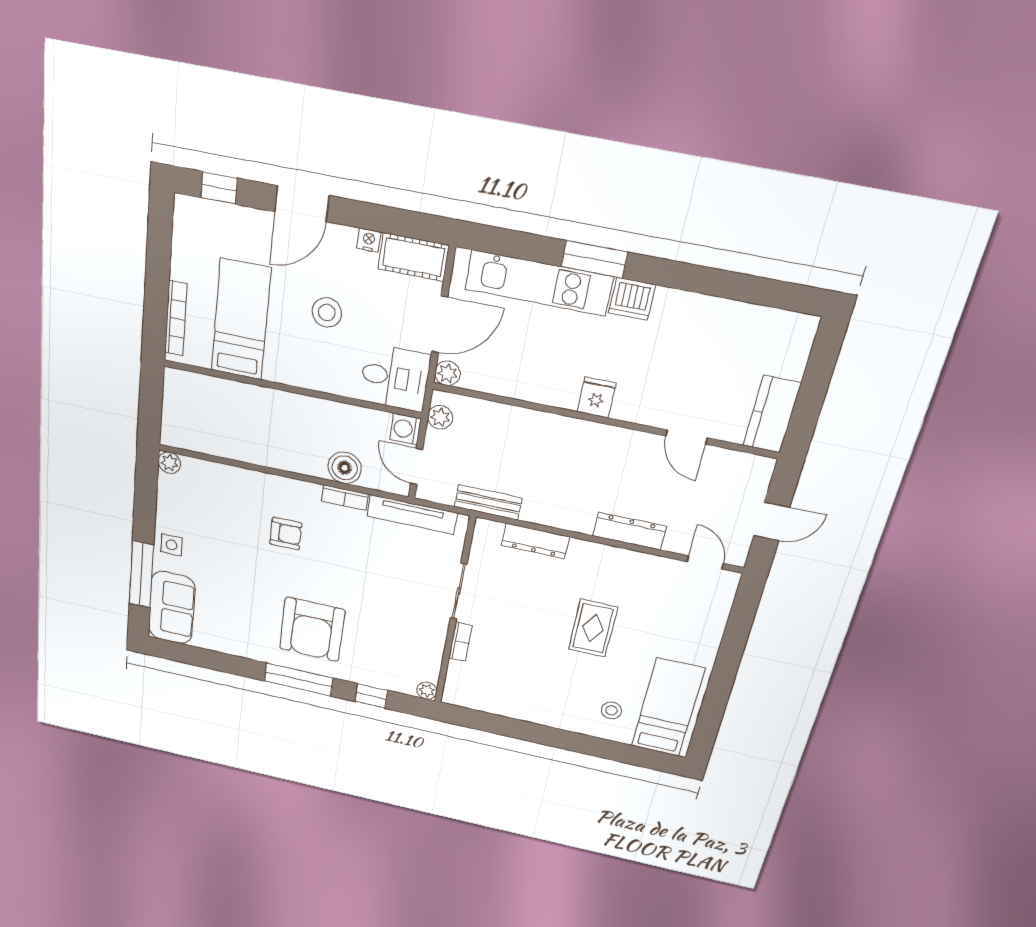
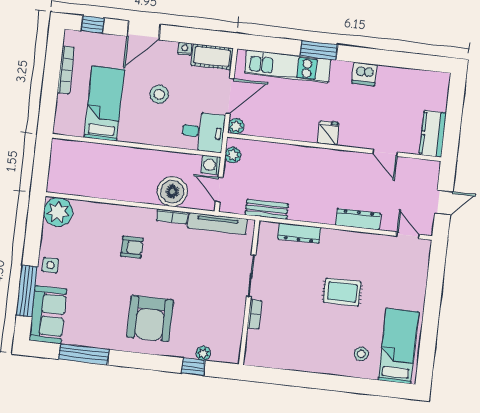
dishwasher: (632, 299) -> (364, 74), moved
bookcase: (176, 318) -> (66, 70), moved
plant: (169, 463) -> (58, 212), width x1.87, depth x1.87
boiler: (345, 468) -> (172, 191), width x1.37, depth x1.37
rug: (593, 628) -> (342, 292), turned 90
window: (299, 679) -> (84, 354), moved
plant: (427, 691) -> (203, 353), moved

